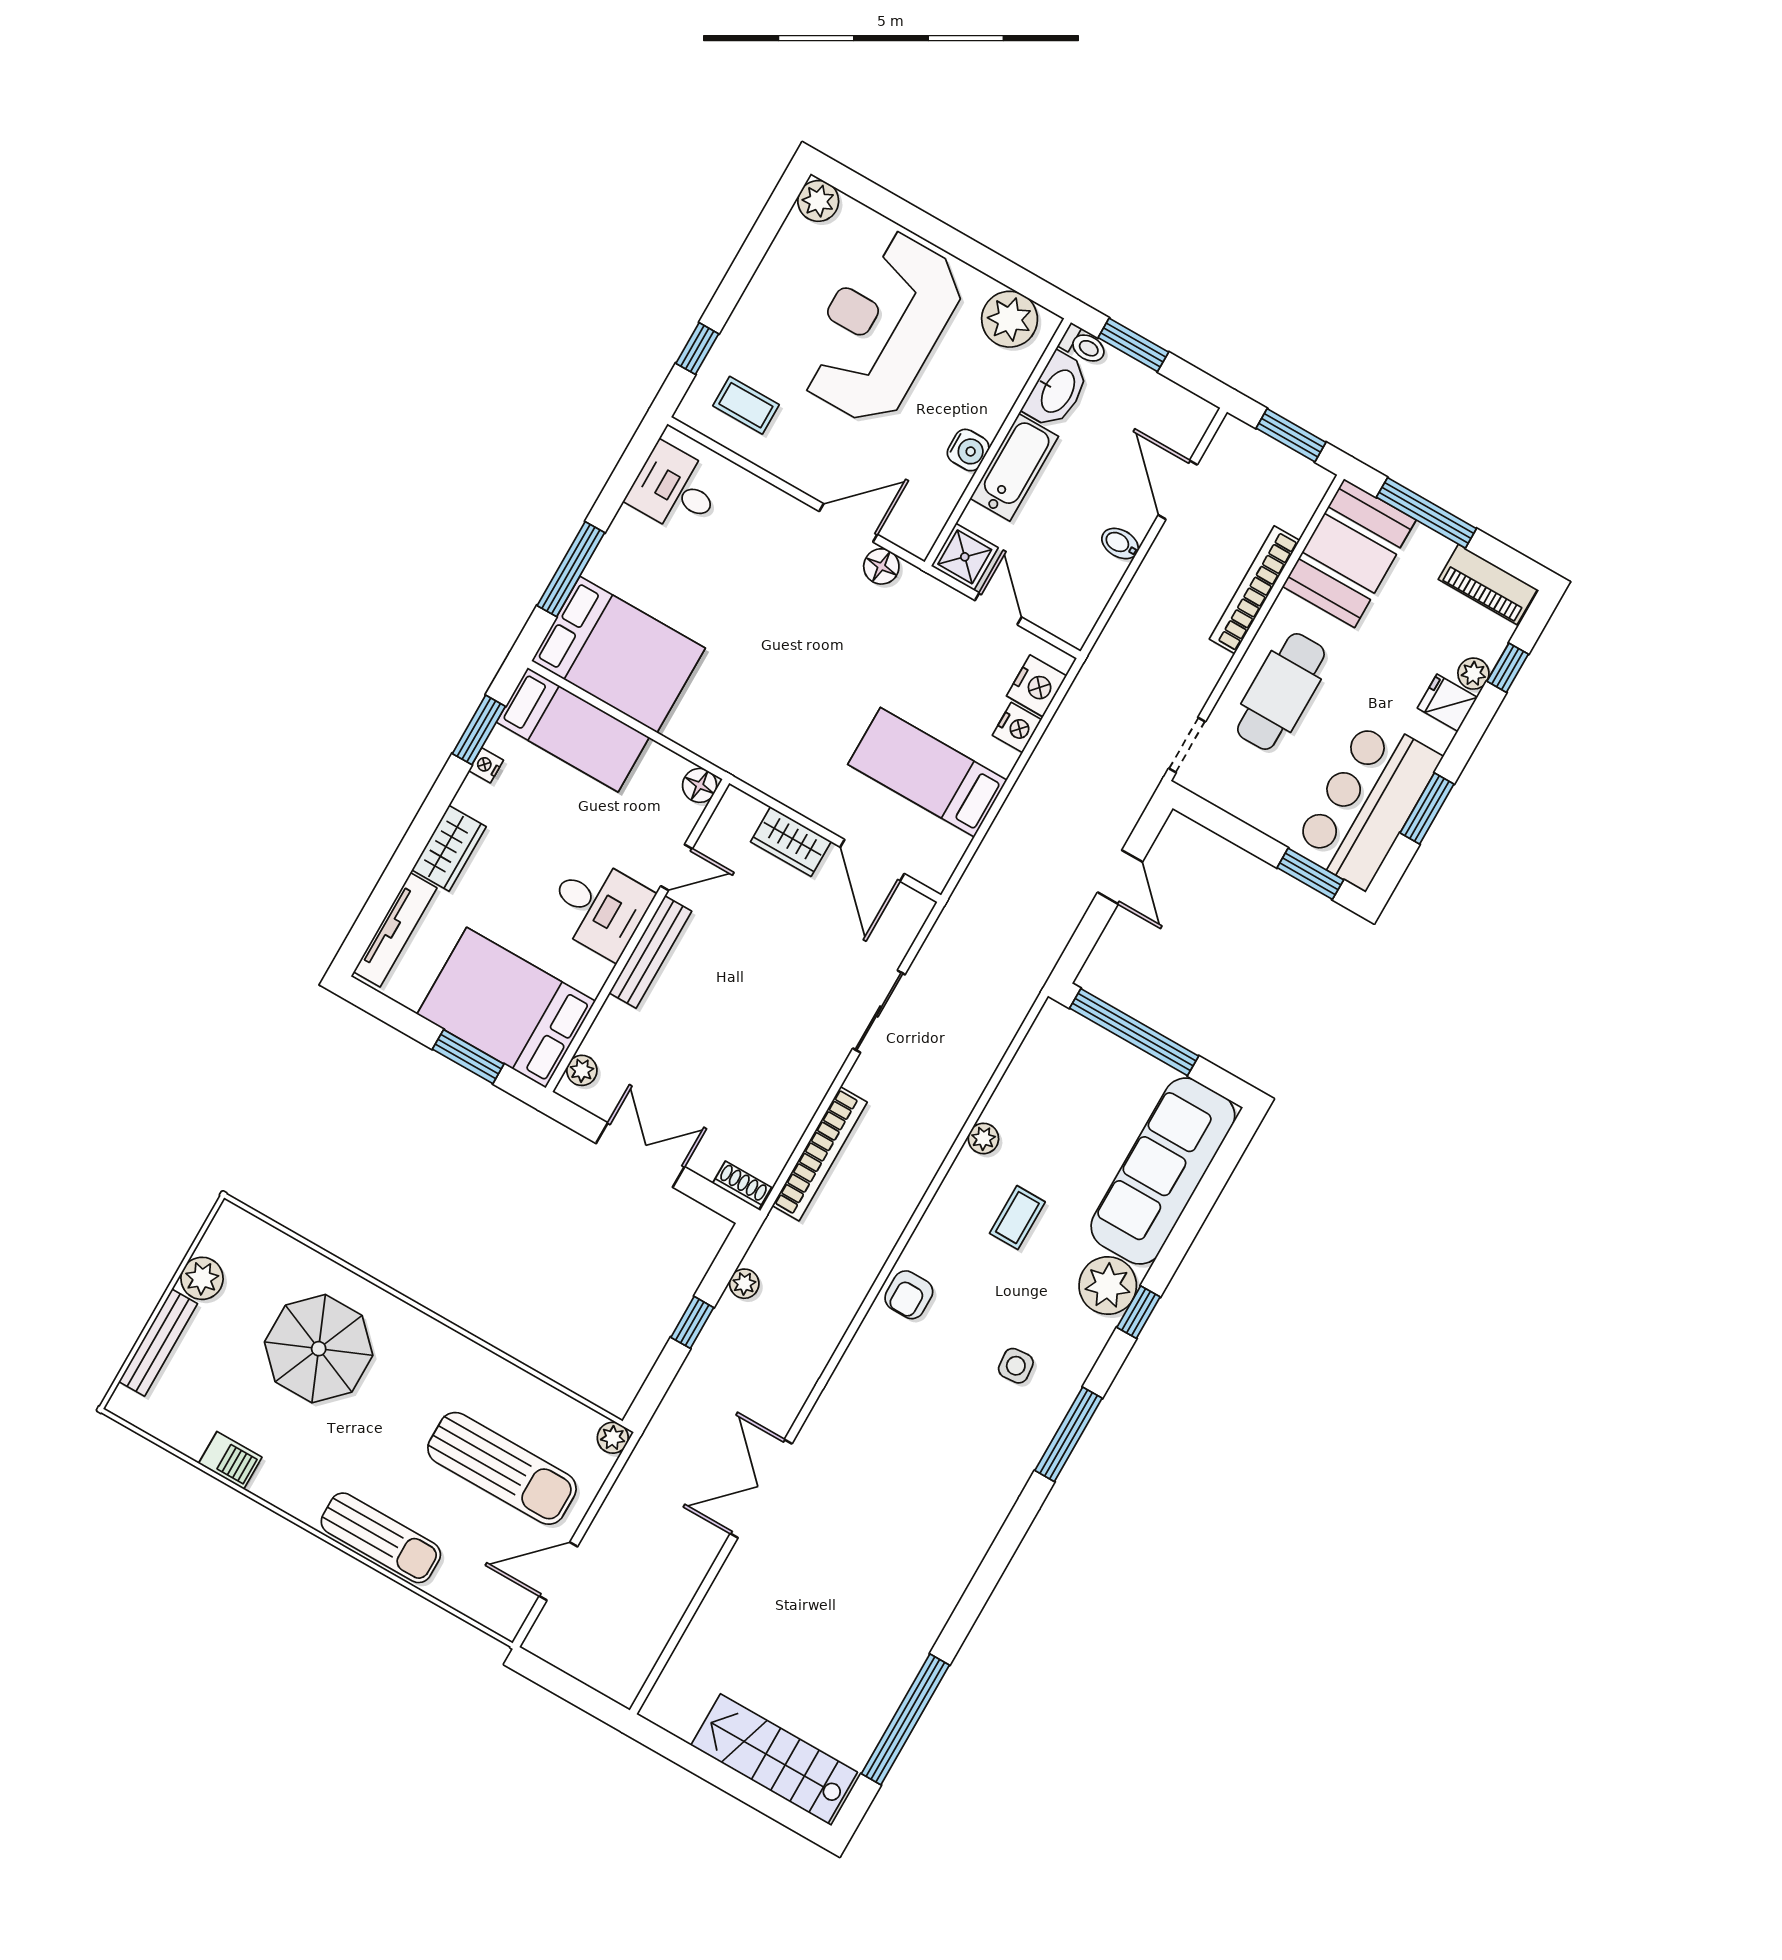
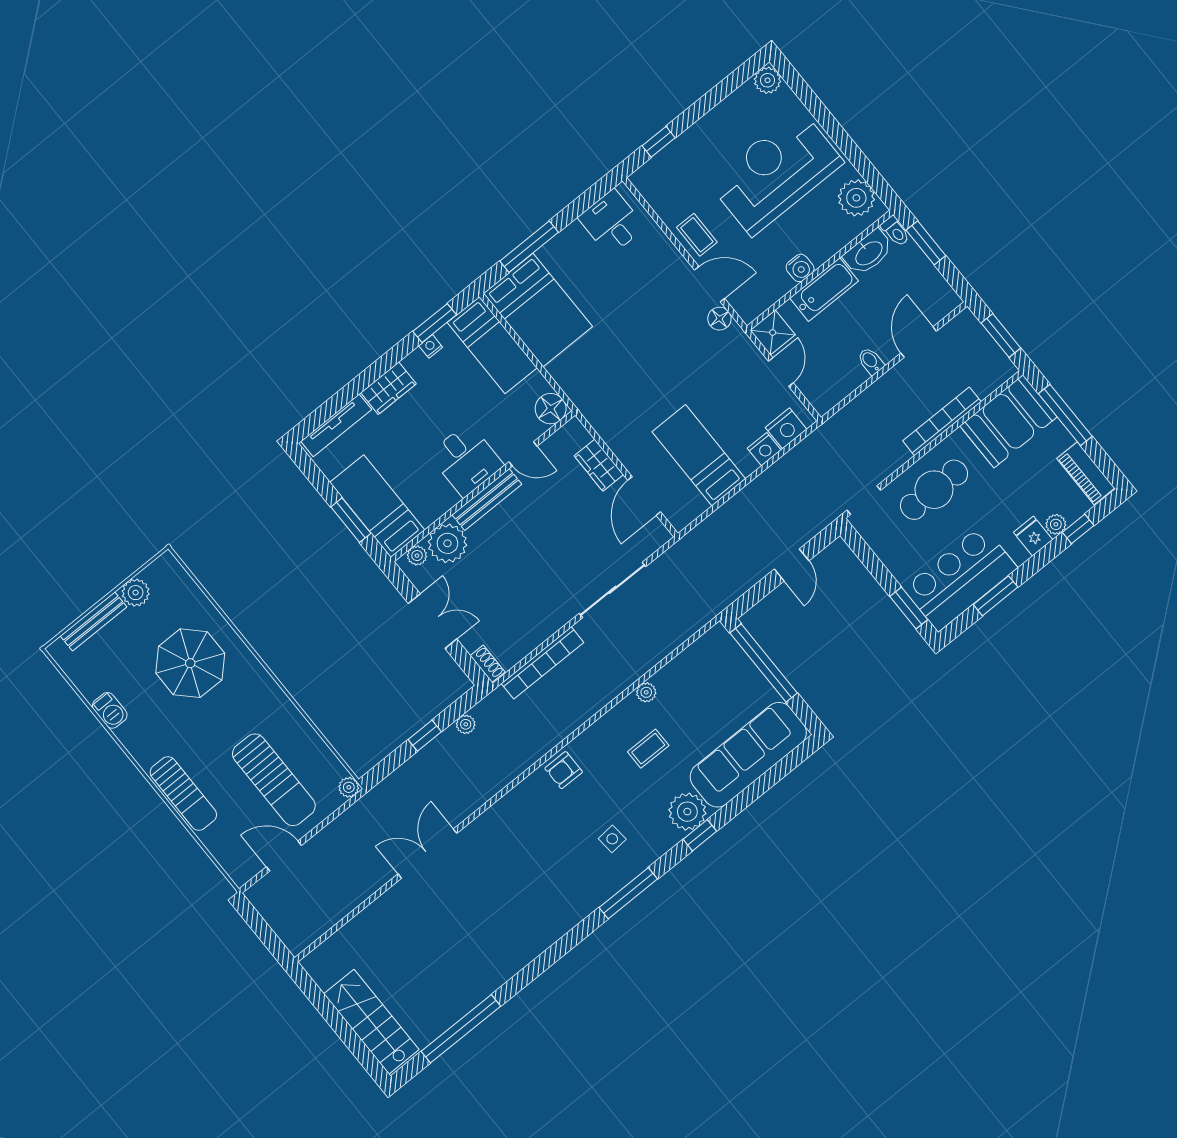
coffee table: (746, 405) -> (697, 235), moved
floor lamp: (700, 785) -> (551, 409), width x1.38, depth x1.38
bed: (506, 1008) -> (377, 506), width x0.67
sliding door: (879, 1011) -> (613, 590), width x1.37
plant: (618, 1036) -> (447, 543), added

